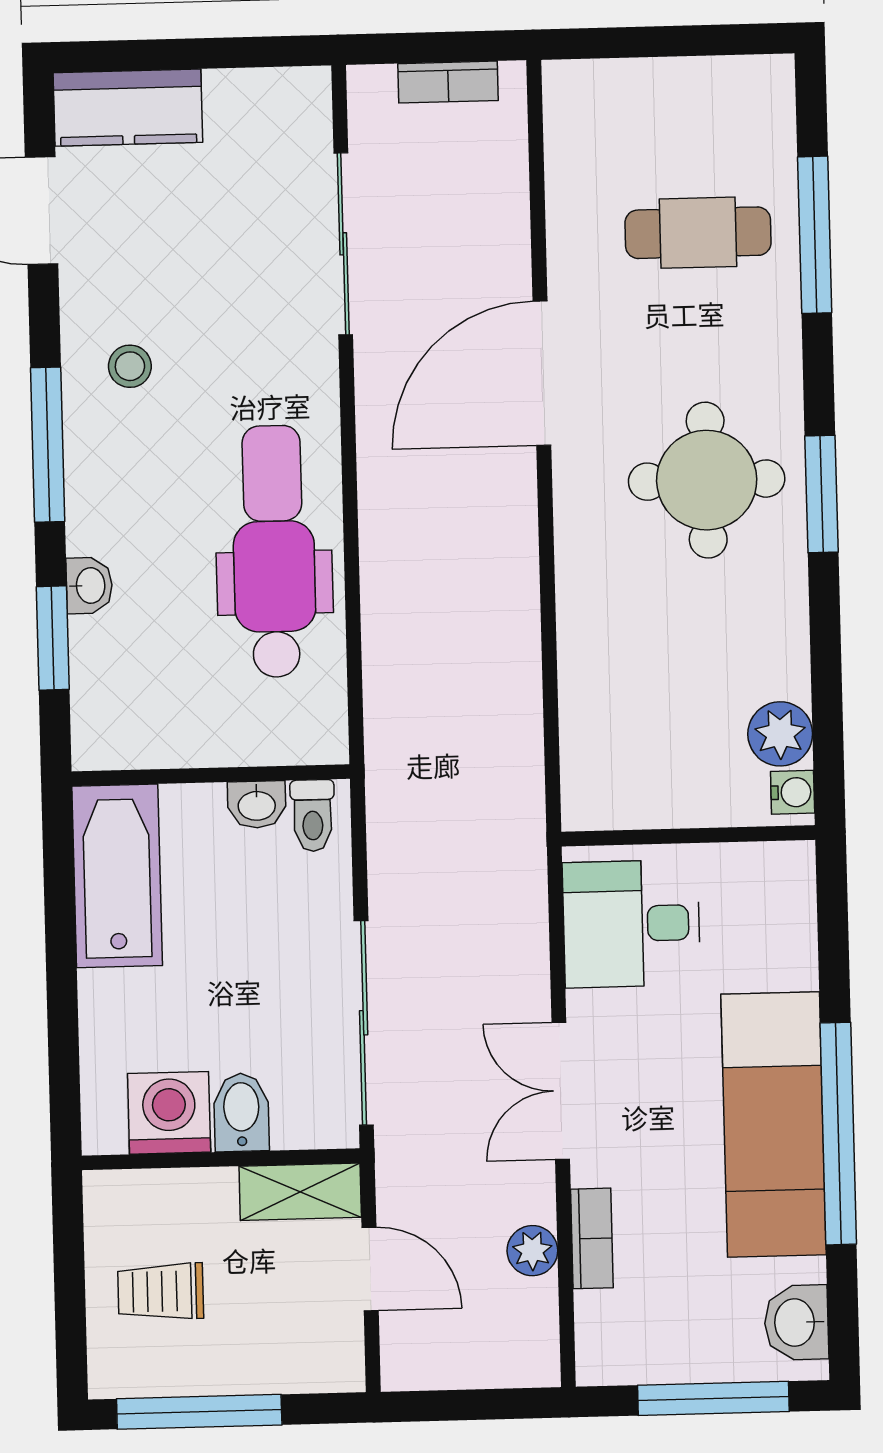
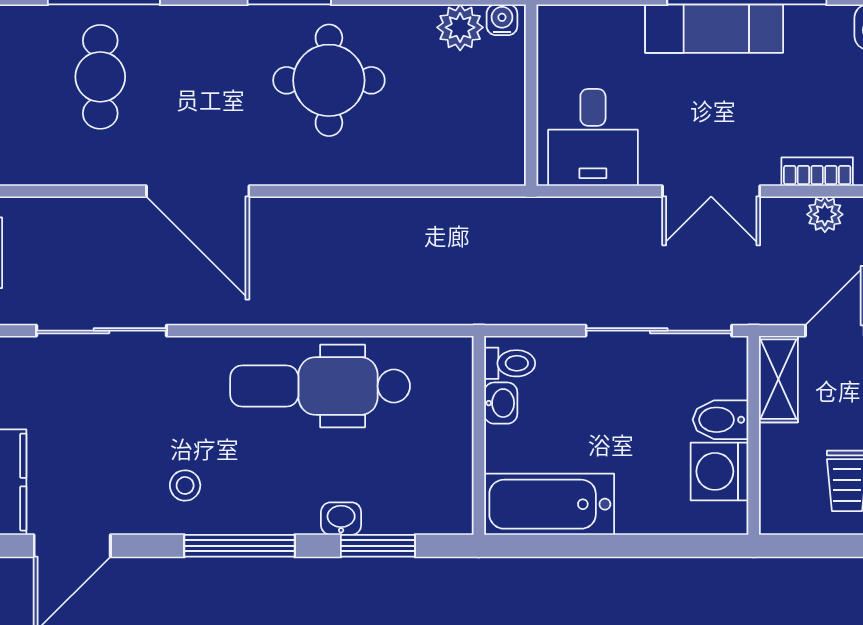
round table: (707, 480) -> (329, 80), moved
exam couch: (774, 1125) -> (714, 29), width x0.73, depth x0.69

